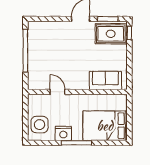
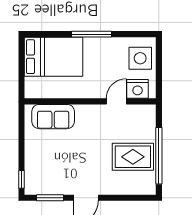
rug: (111, 34) -> (133, 157), moved
door: (58, 92) -> (116, 101), swing flipped
nightstand: (63, 133) -> (138, 89), moved, turned 180

